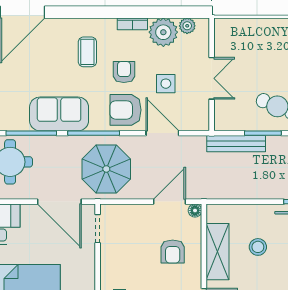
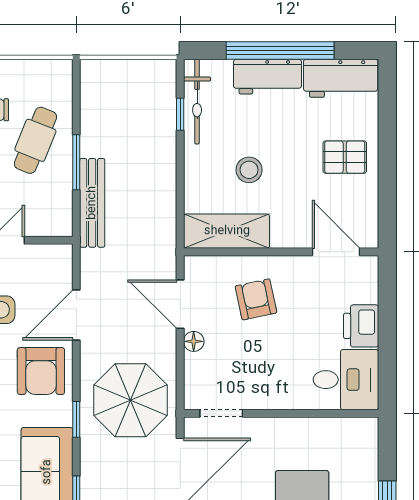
window: (94, 133) -> (76, 419), width x0.46
floor lamp: (195, 211) -> (194, 341), moved
armchair: (173, 251) -> (256, 299), turned -102
shelving: (218, 252) -> (227, 231), moved

